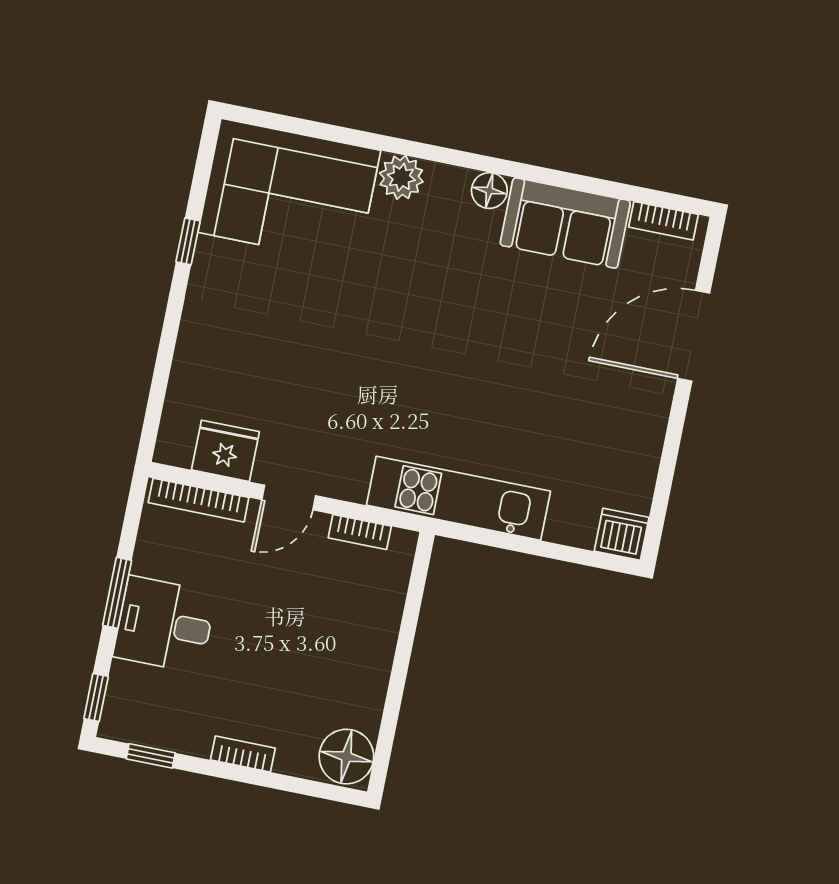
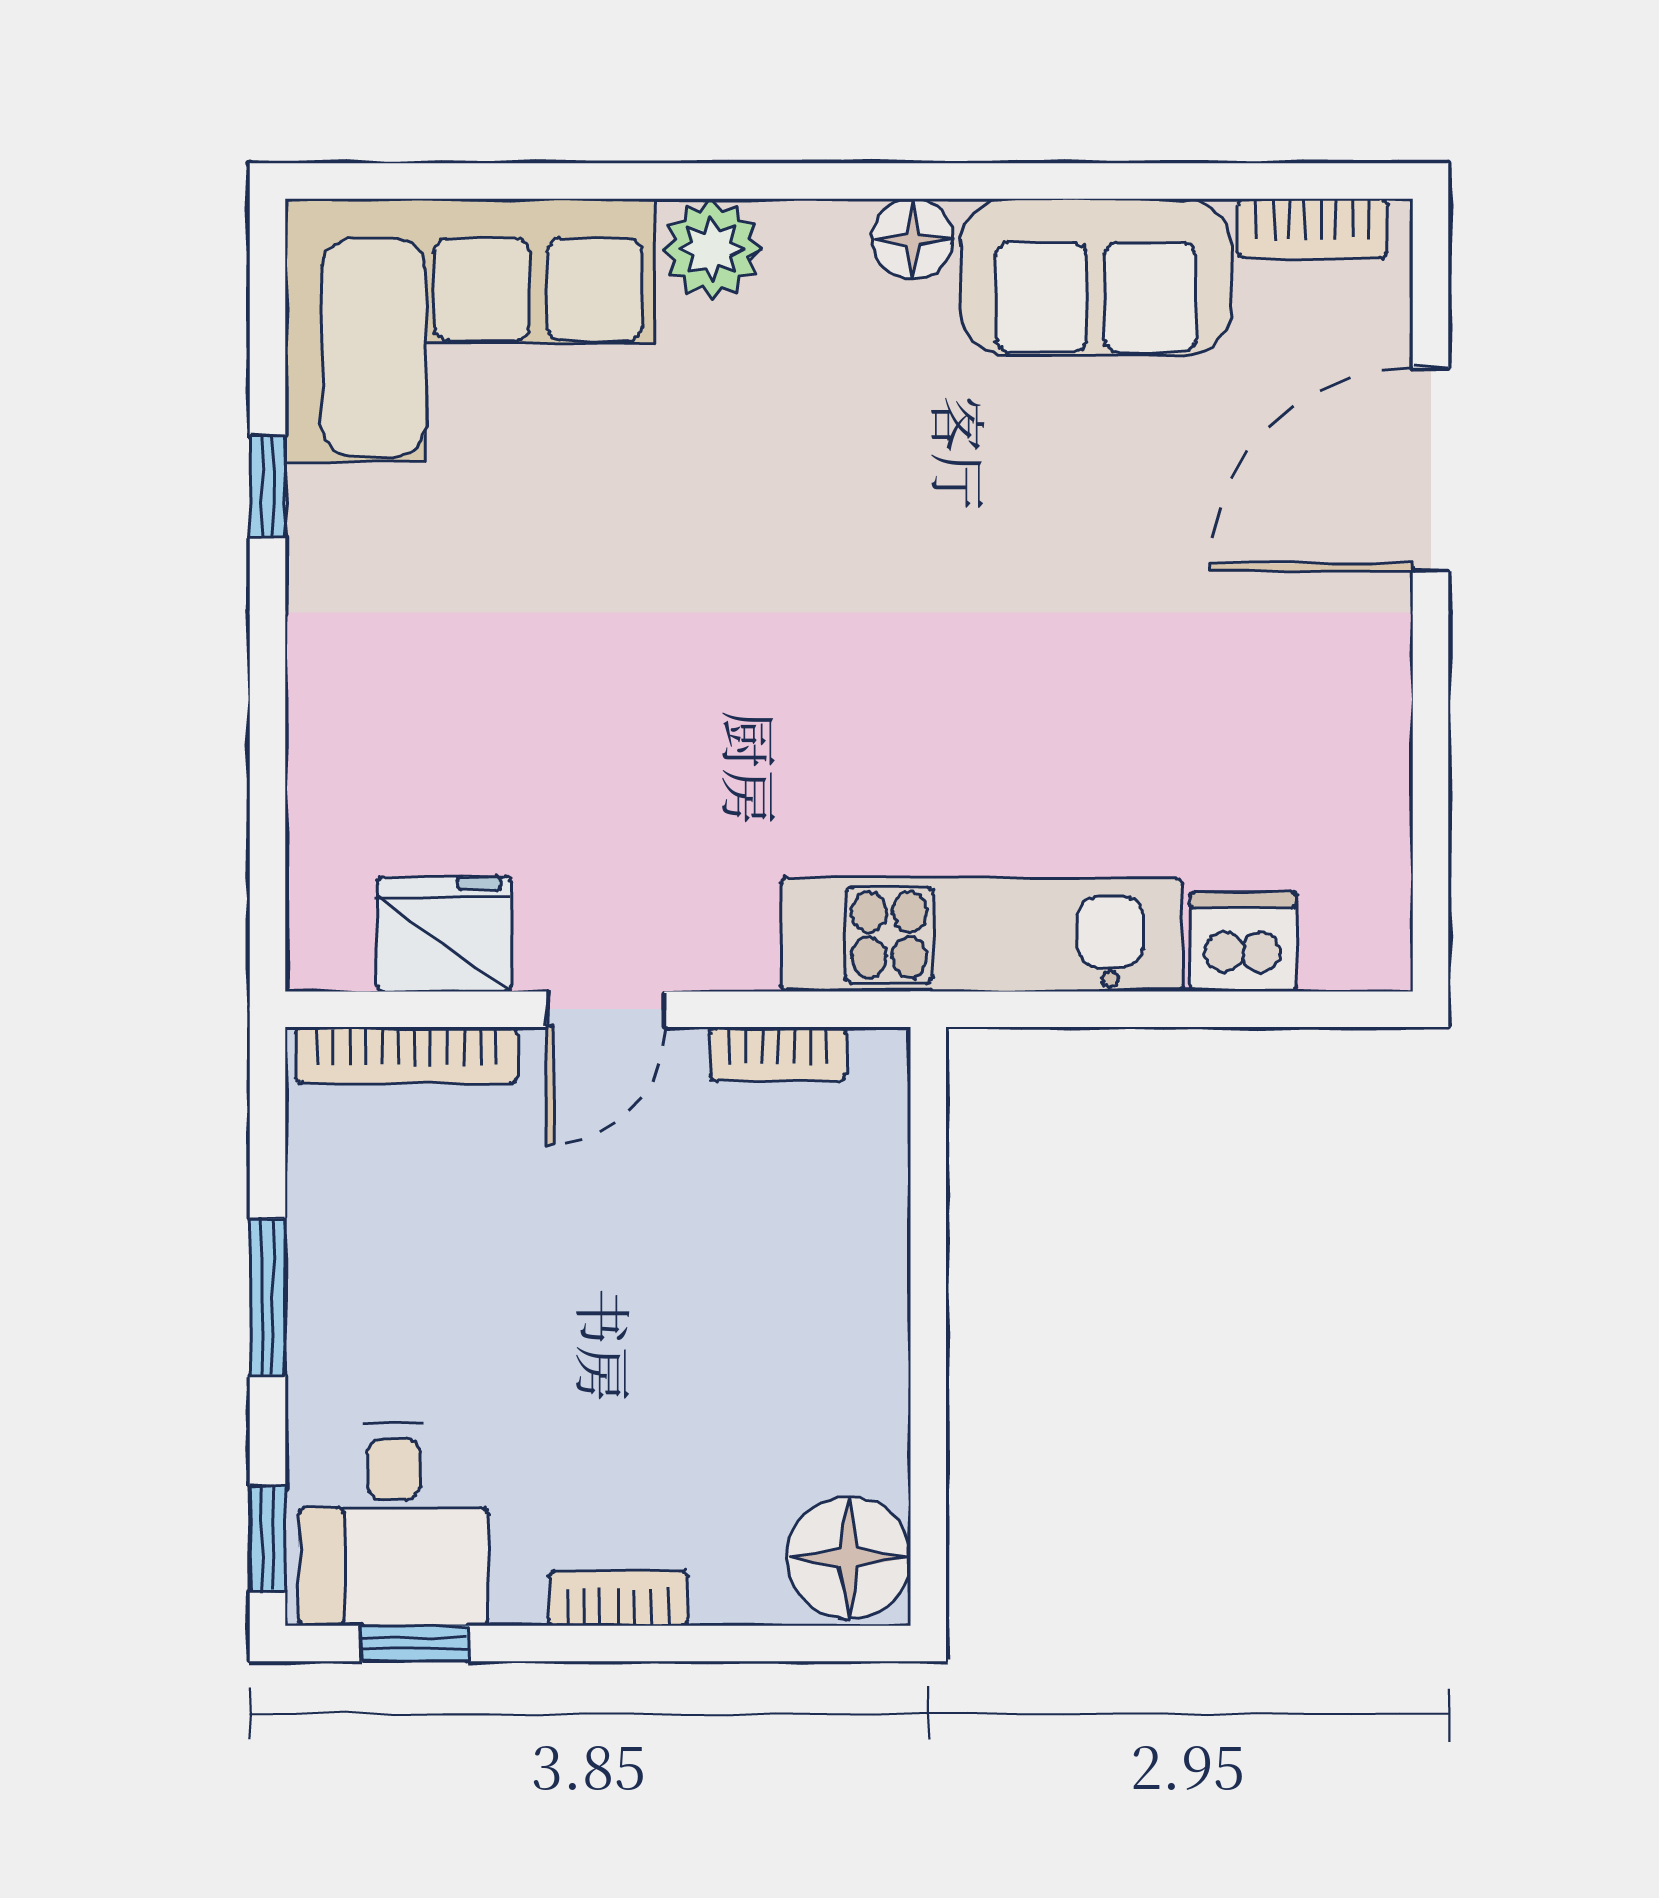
dishwasher: (622, 534) -> (1243, 942), moved
desk: (165, 625) -> (394, 1524), moved, turned -90

